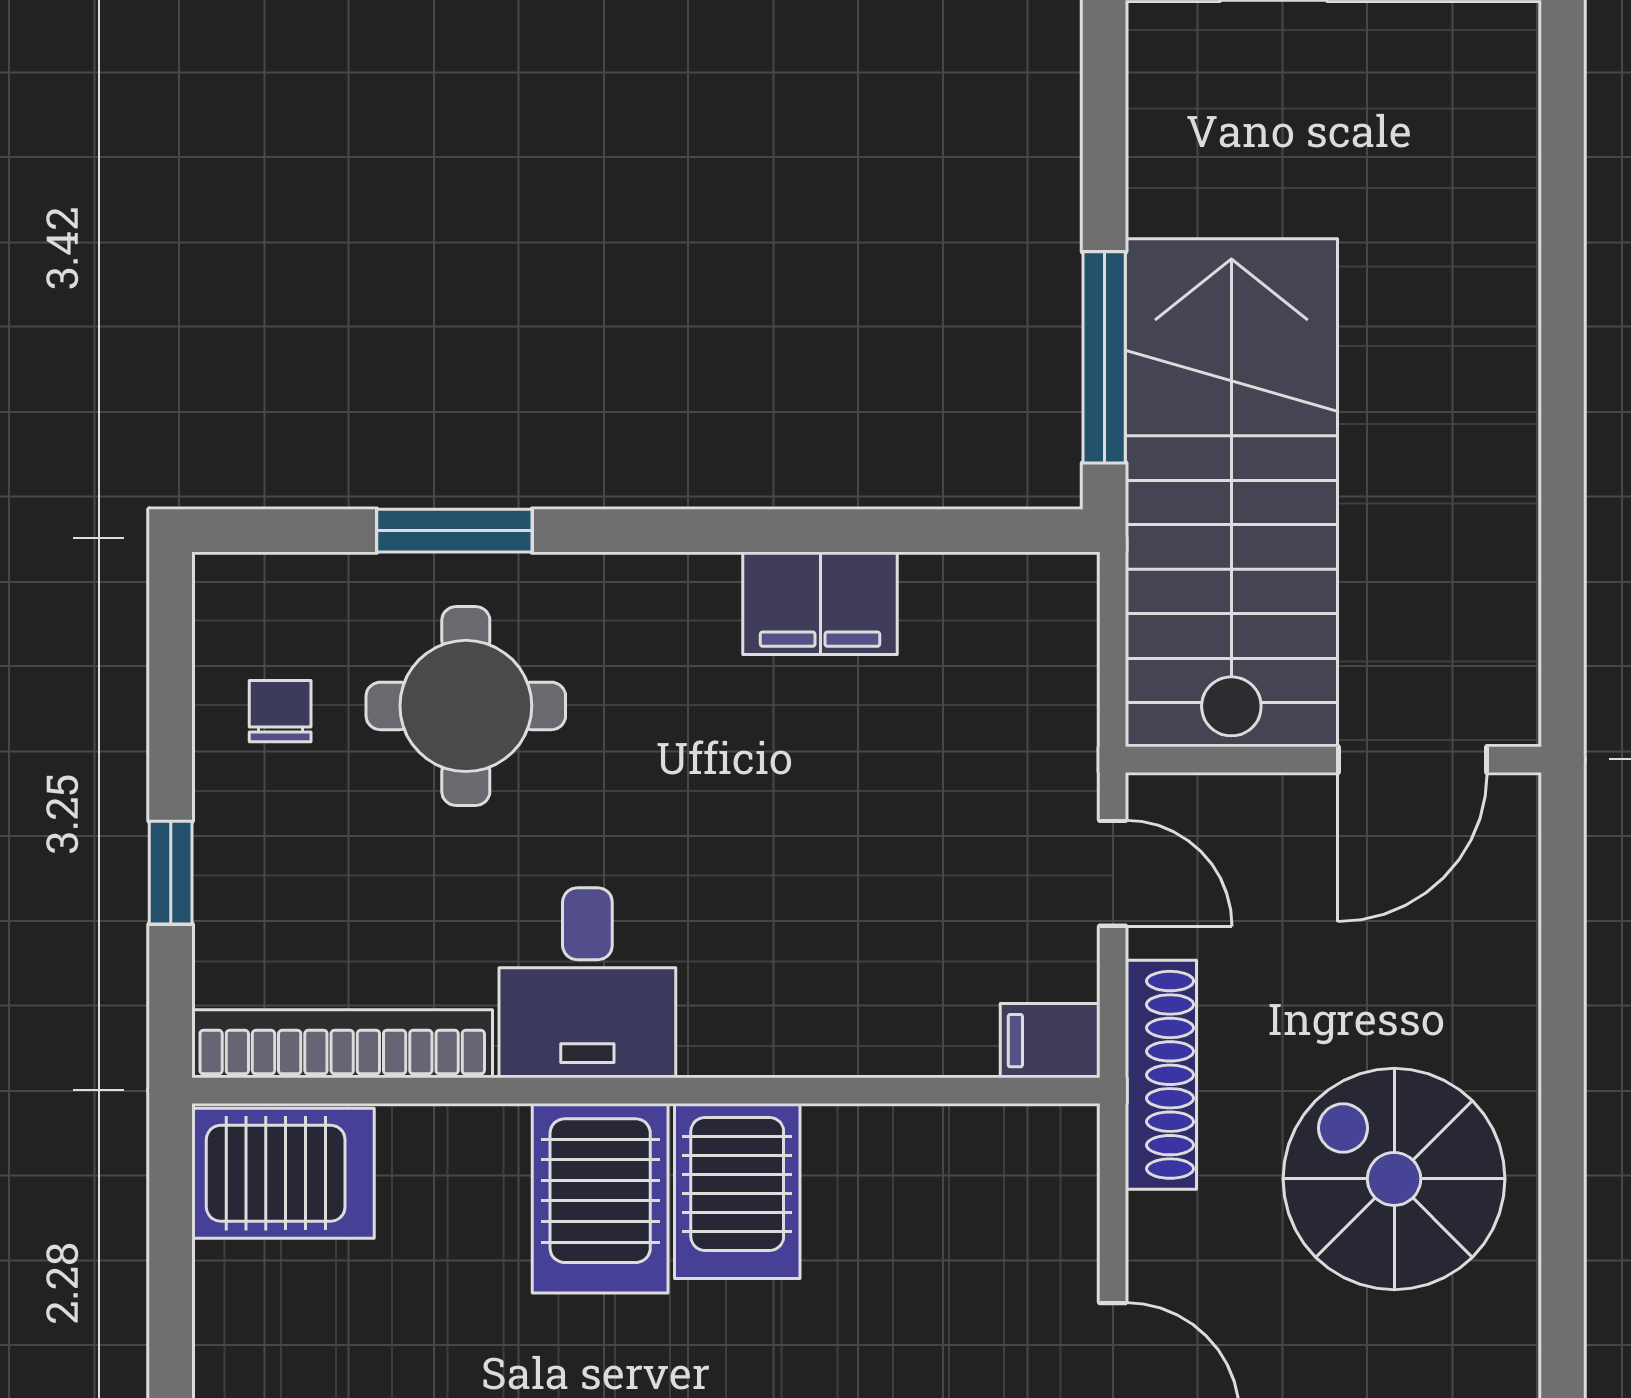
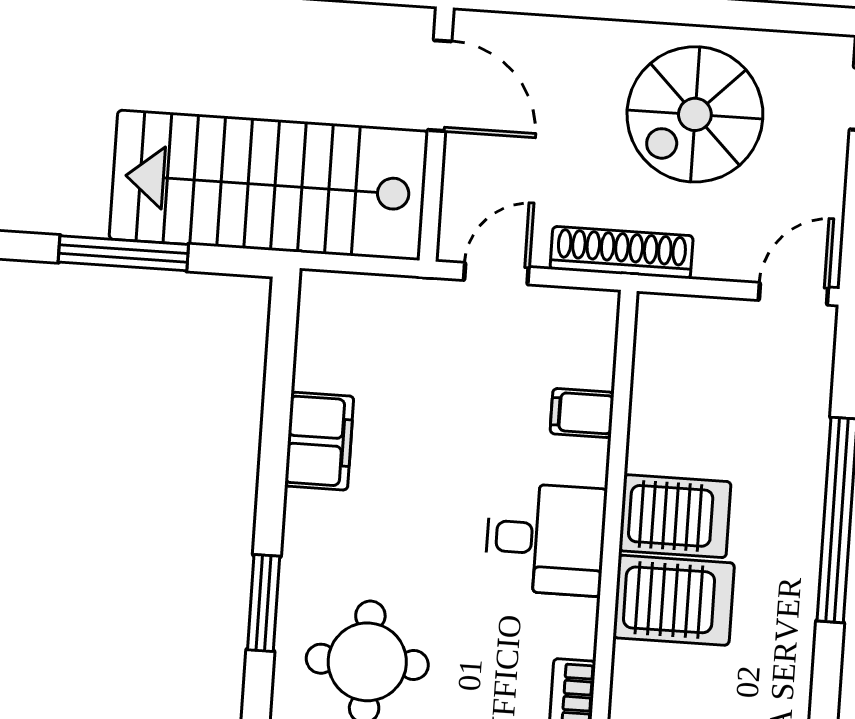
window: (1104, 357) -> (123, 253), moved
window: (454, 531) -> (264, 603), moved
desk: (587, 983) -> (546, 539), moved
filing cabinet: (1050, 1041) -> (582, 413), moved, turned 90

